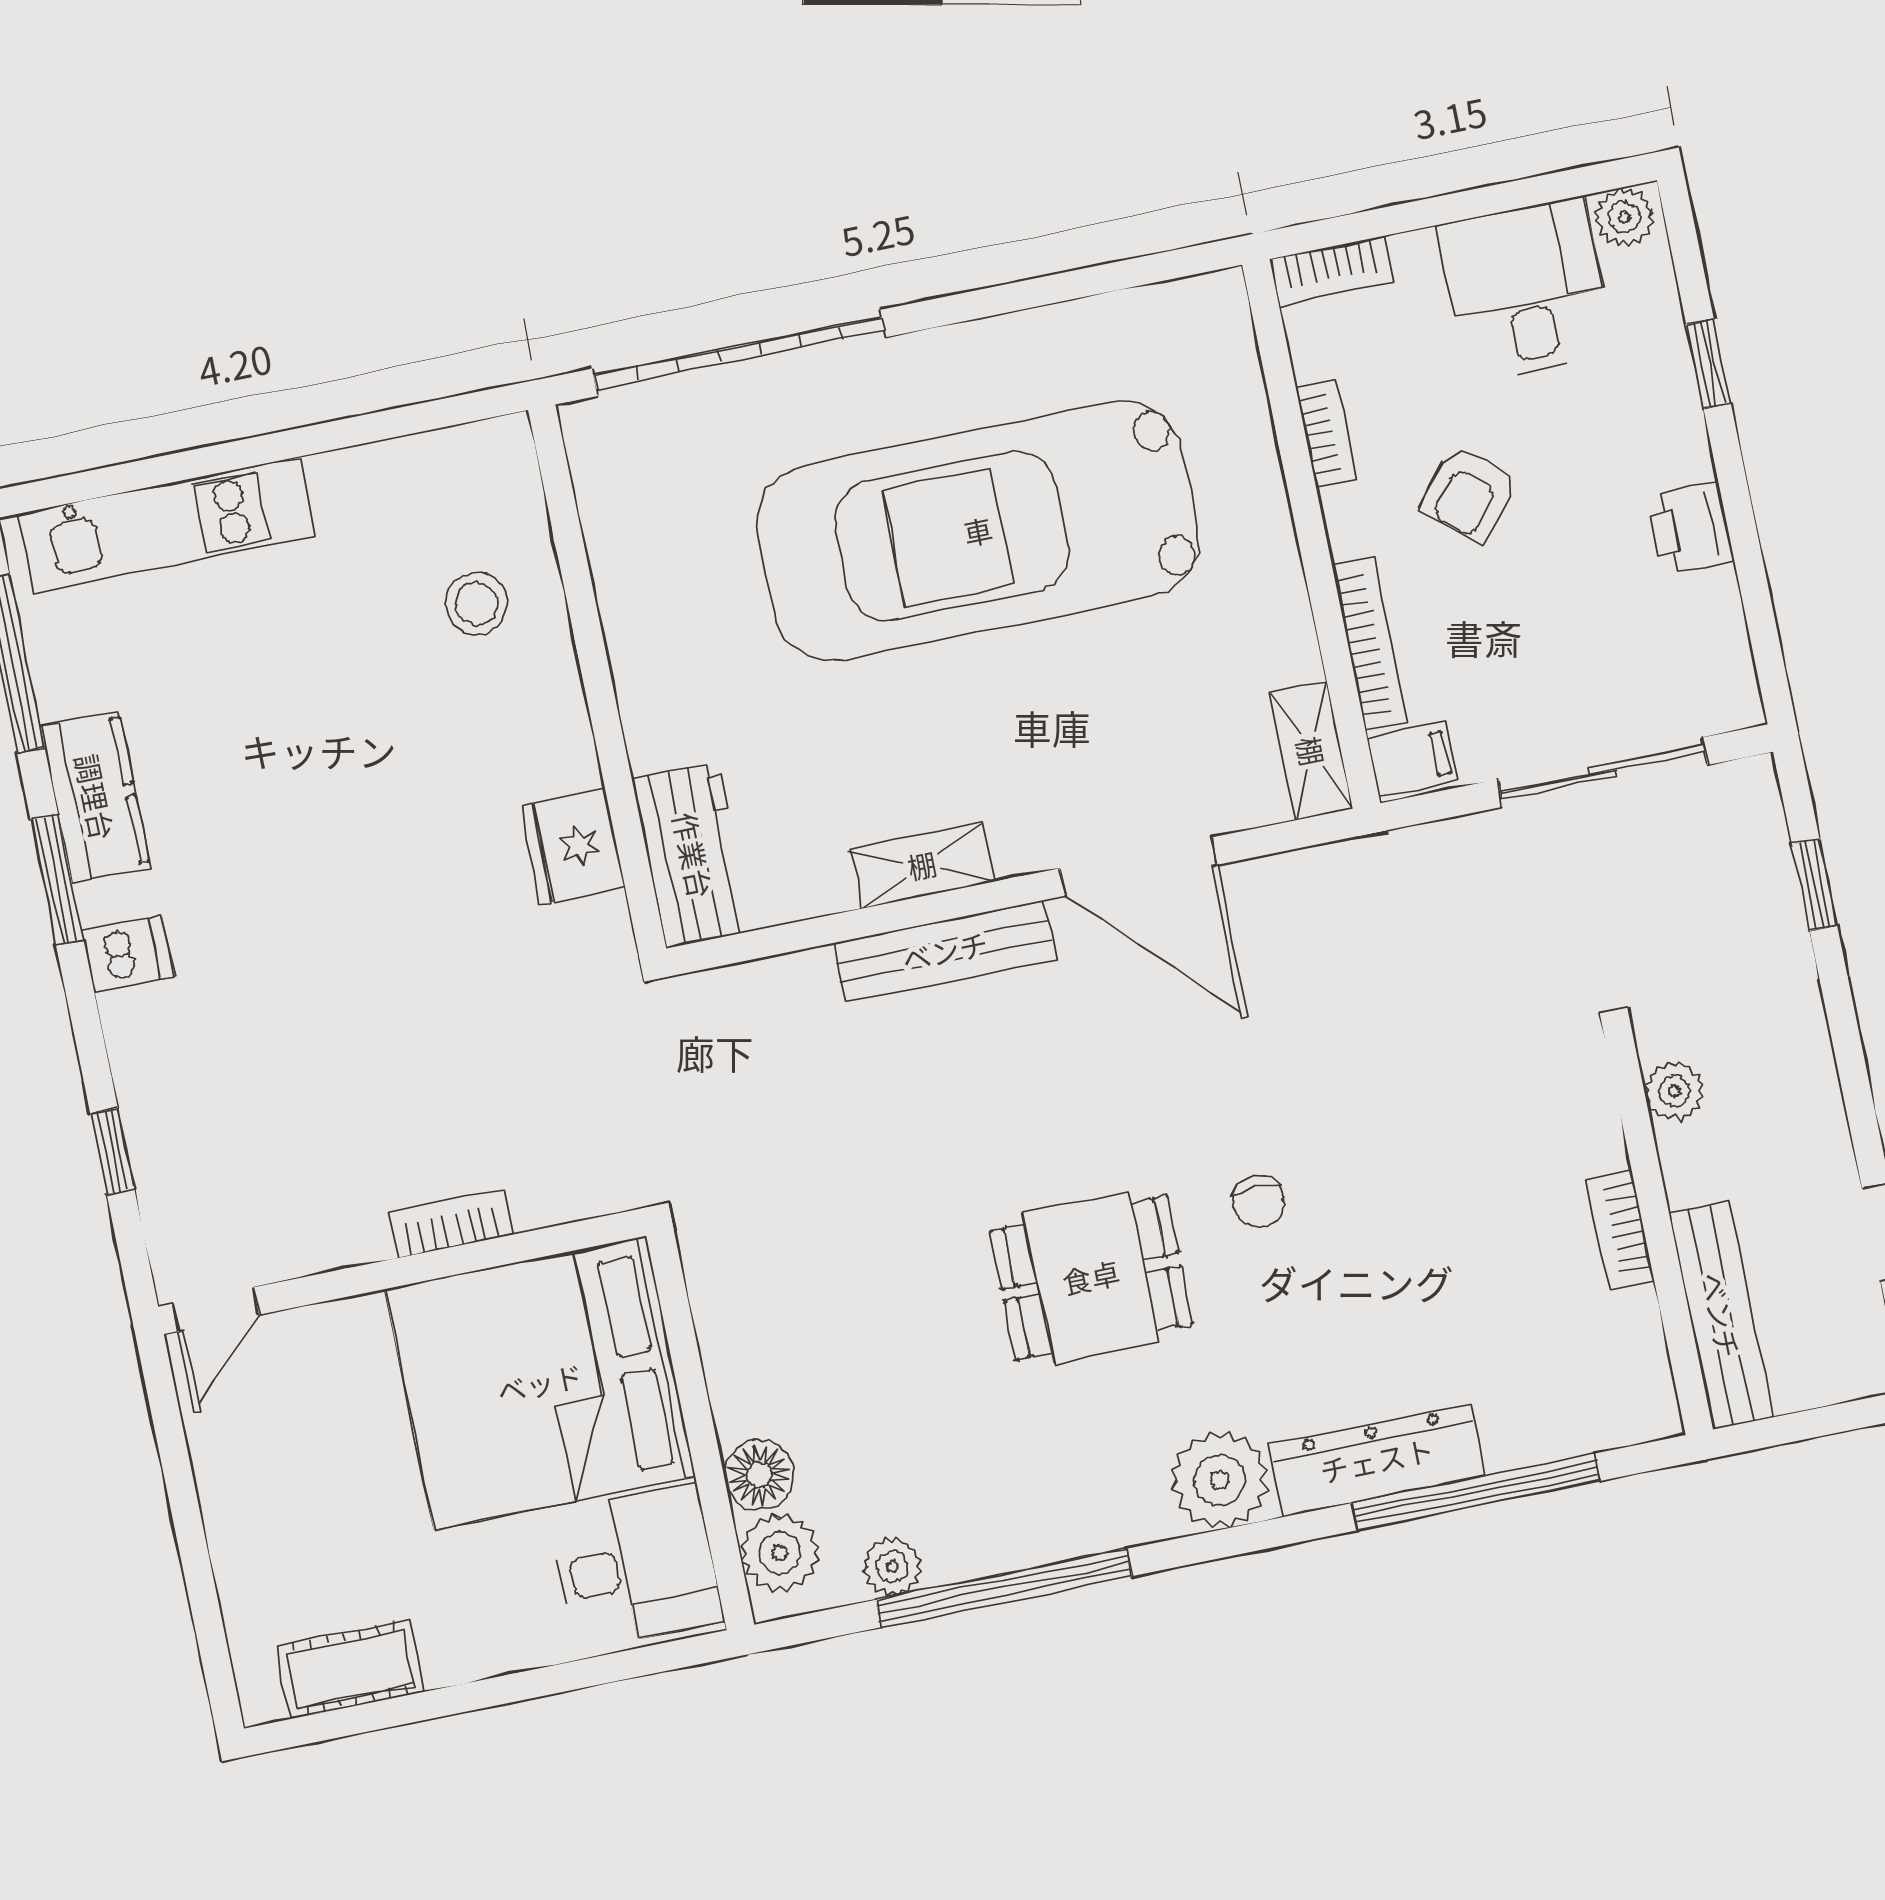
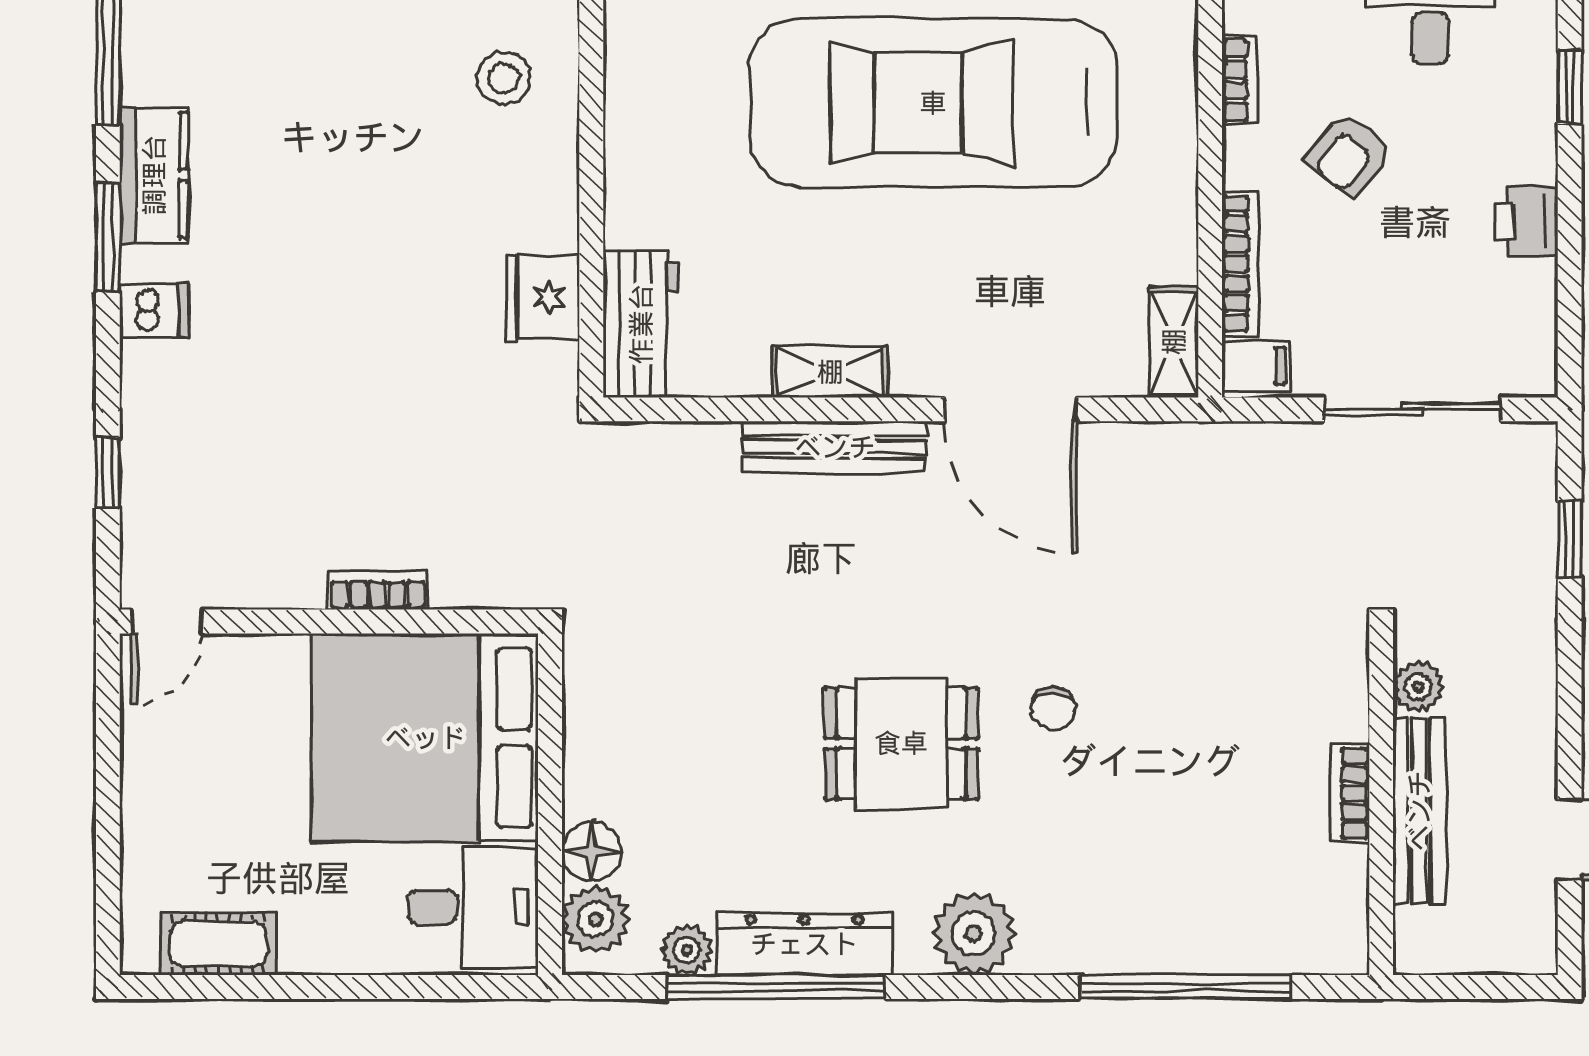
bench: (1721, 1315) -> (1419, 811), moved
dresser: (1377, 1460) -> (804, 944), moved

